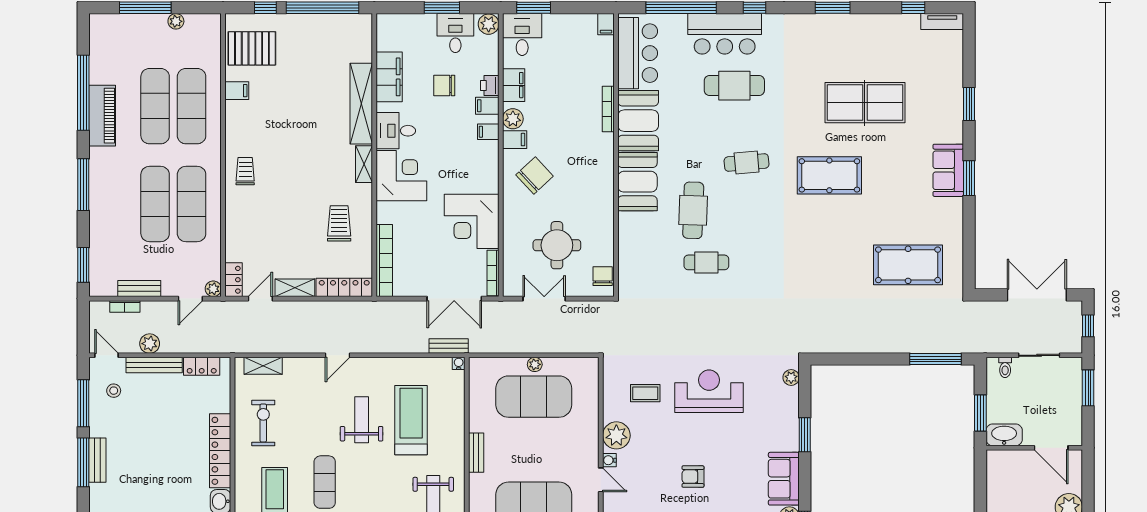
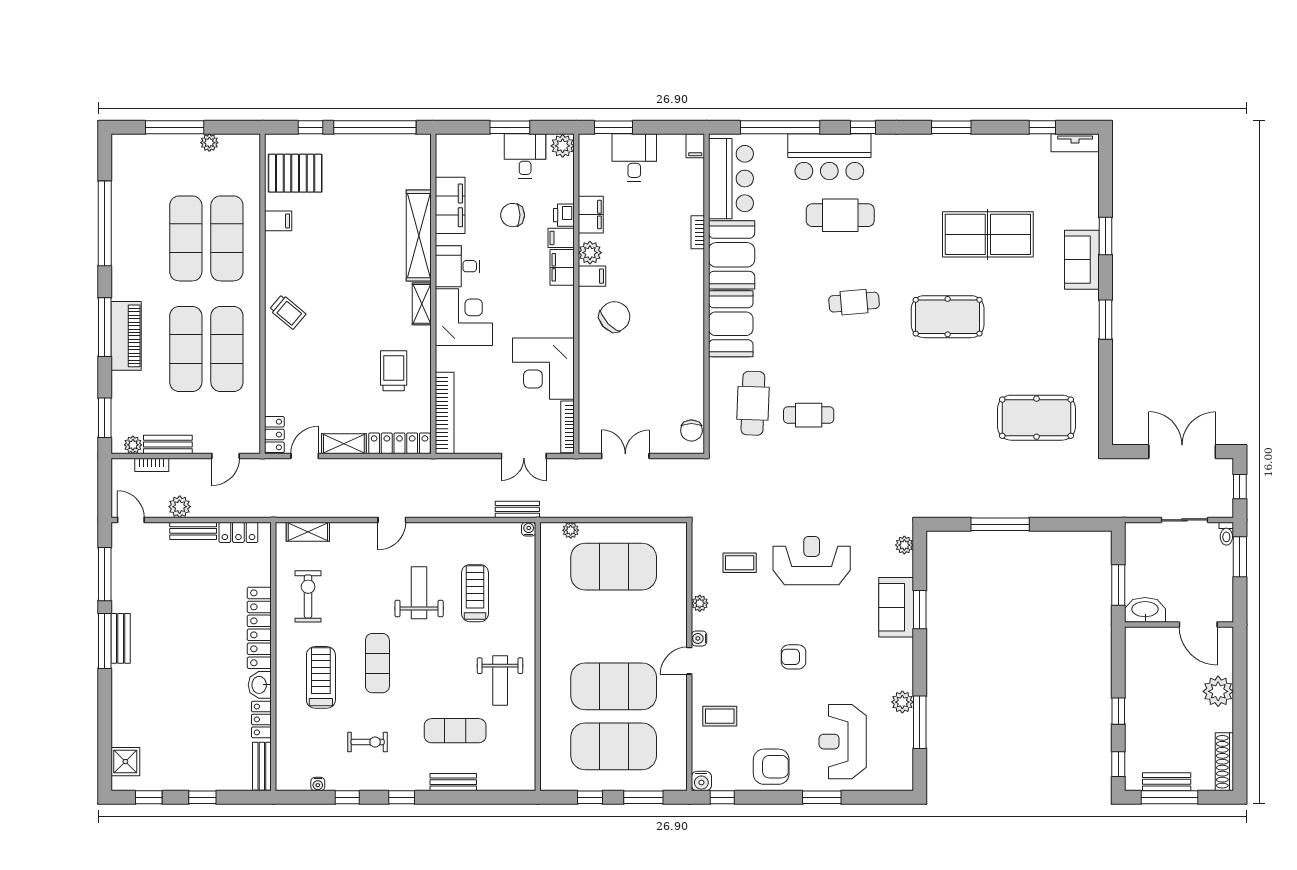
desk: (522, 35) -> (634, 158), moved
bookcase: (608, 109) -> (698, 232), width x0.64
piano: (102, 116) -> (126, 336), moved
filing cabinet: (488, 132) -> (562, 267), width x2.00
sofa: (948, 170) -> (1082, 260), moved
trolley: (245, 171) -> (288, 312), turned 130
cafe table: (693, 210) -> (753, 403), moved
round table: (557, 245) -> (640, 396), removed
chair: (603, 276) -> (691, 430), turned 180
plant: (213, 289) -> (133, 445), moved
double door: (454, 299) -> (524, 456), width x0.73
window: (935, 359) -> (1000, 524), moved
plant: (535, 364) -> (571, 530), moved
bench: (154, 365) -> (193, 531), width x0.73
toilet: (1005, 367) -> (1226, 534), moved
stool: (114, 391) -> (139, 560), removed
treadmill: (411, 420) -> (475, 593), width x0.73, depth x0.73
plant: (616, 435) -> (700, 603), width x0.53, depth x0.53
bench: (476, 453) -> (549, 630), removed
sofa: (784, 479) -> (896, 607), moved
door: (601, 480) -> (689, 661), swing flipped

